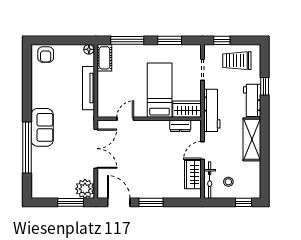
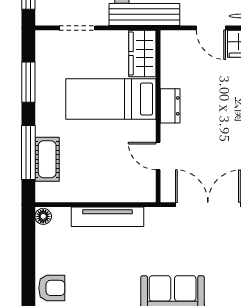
cot: (104, 58) -> (47, 159), moved, turned 90
dresser: (180, 126) -> (170, 106), moved

